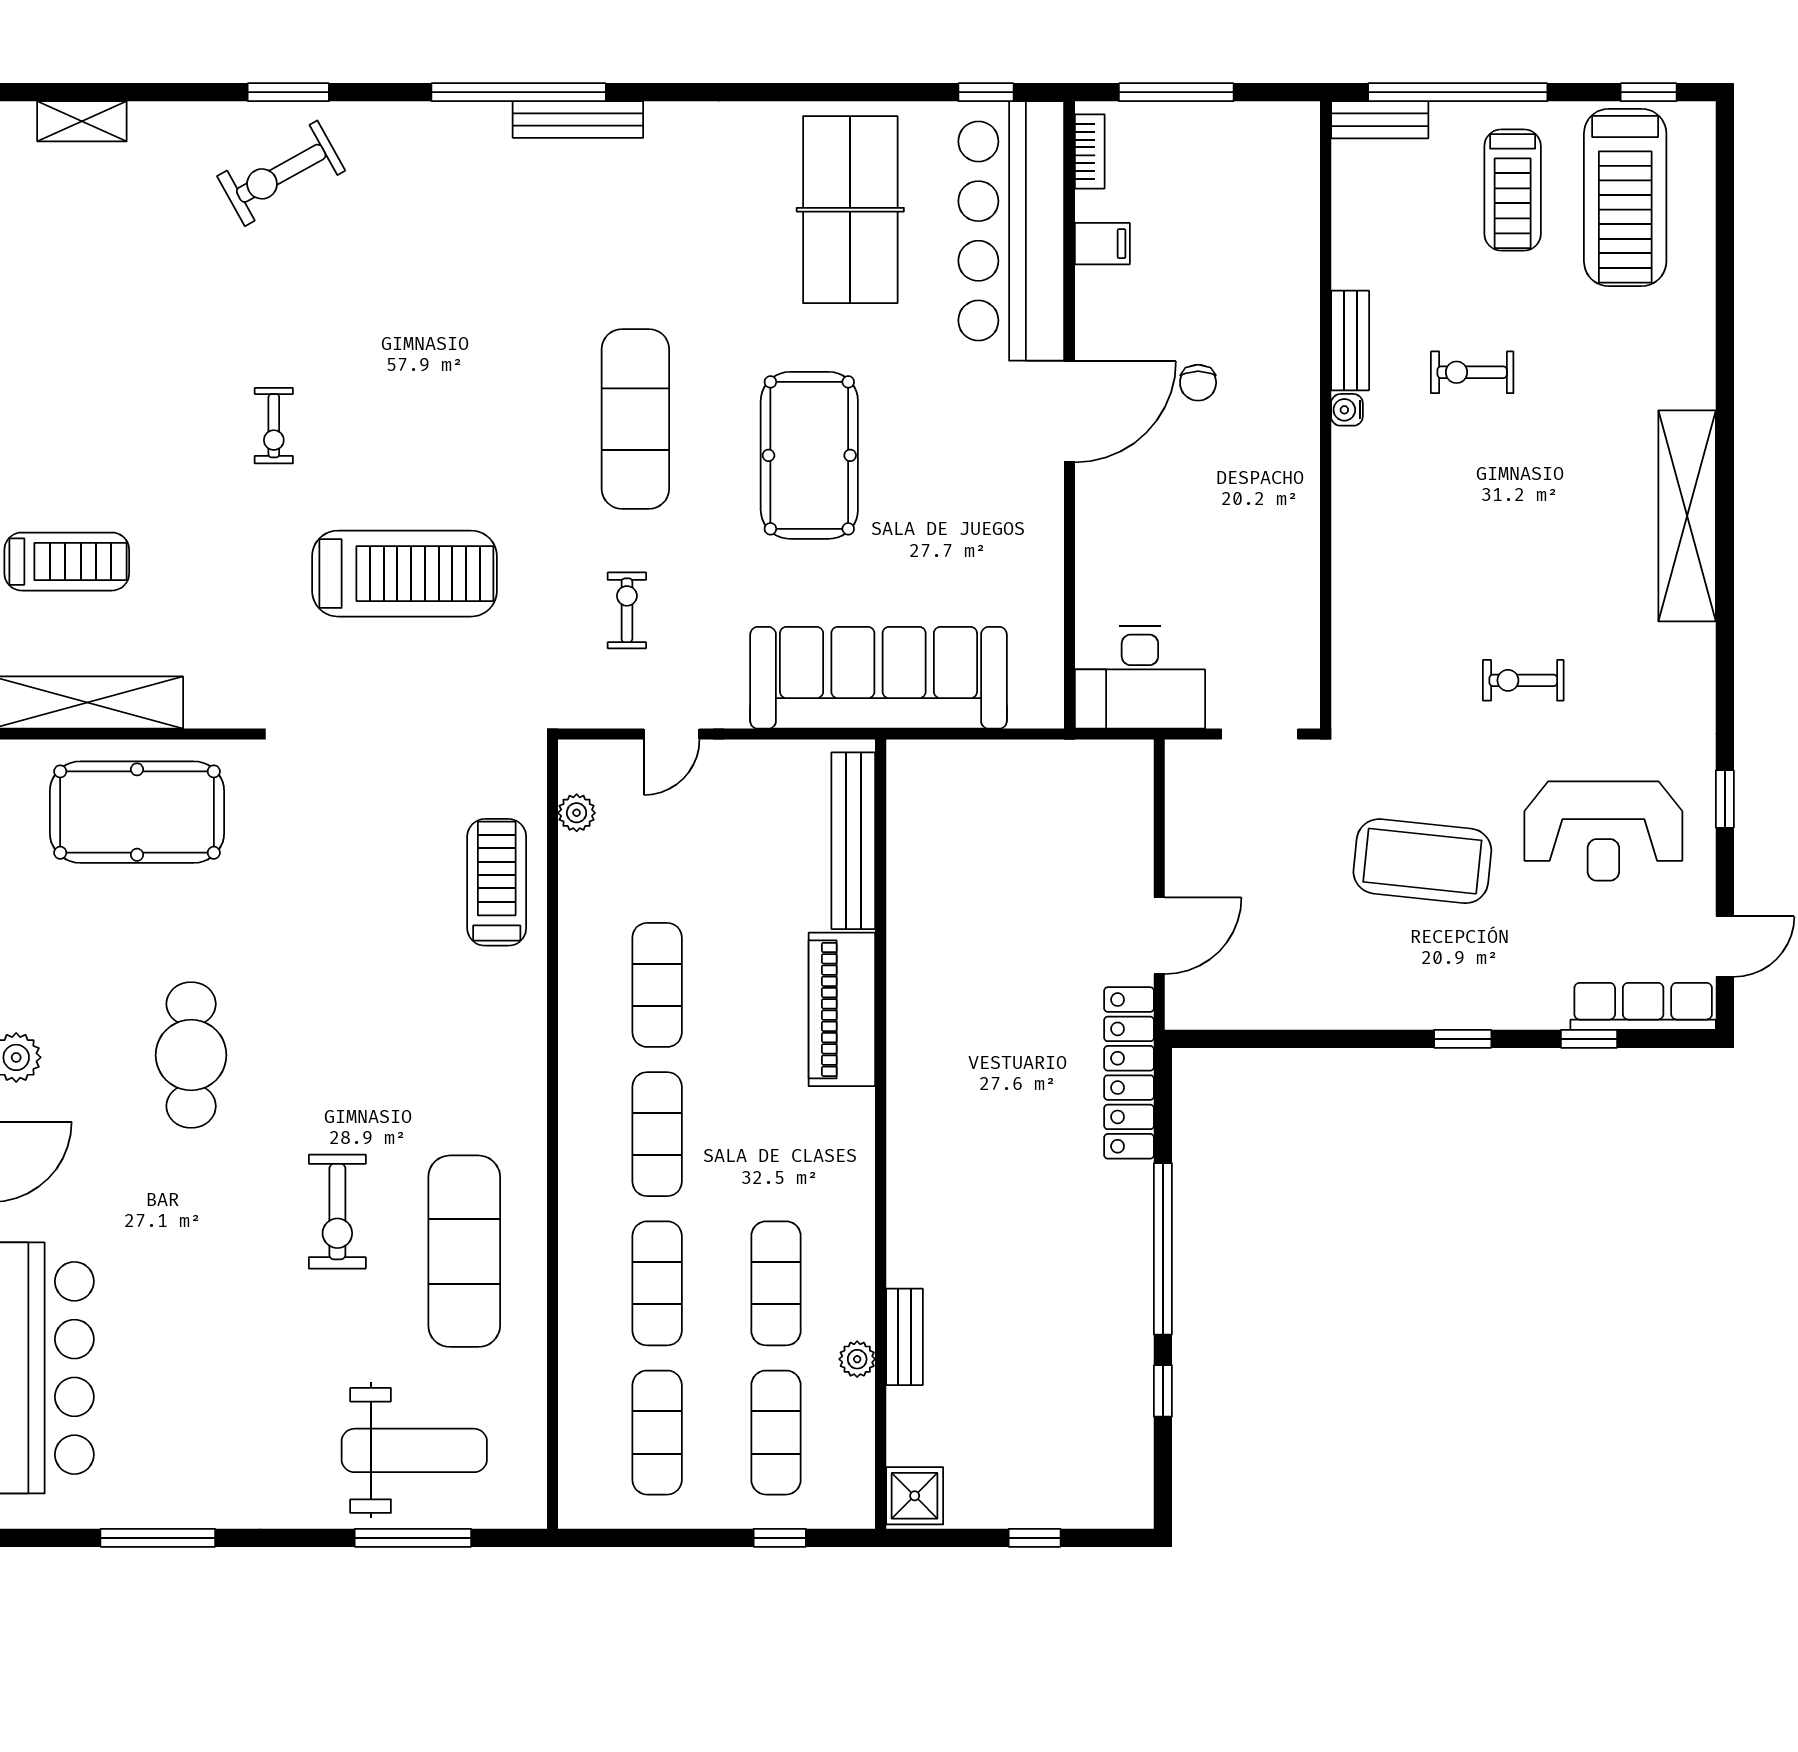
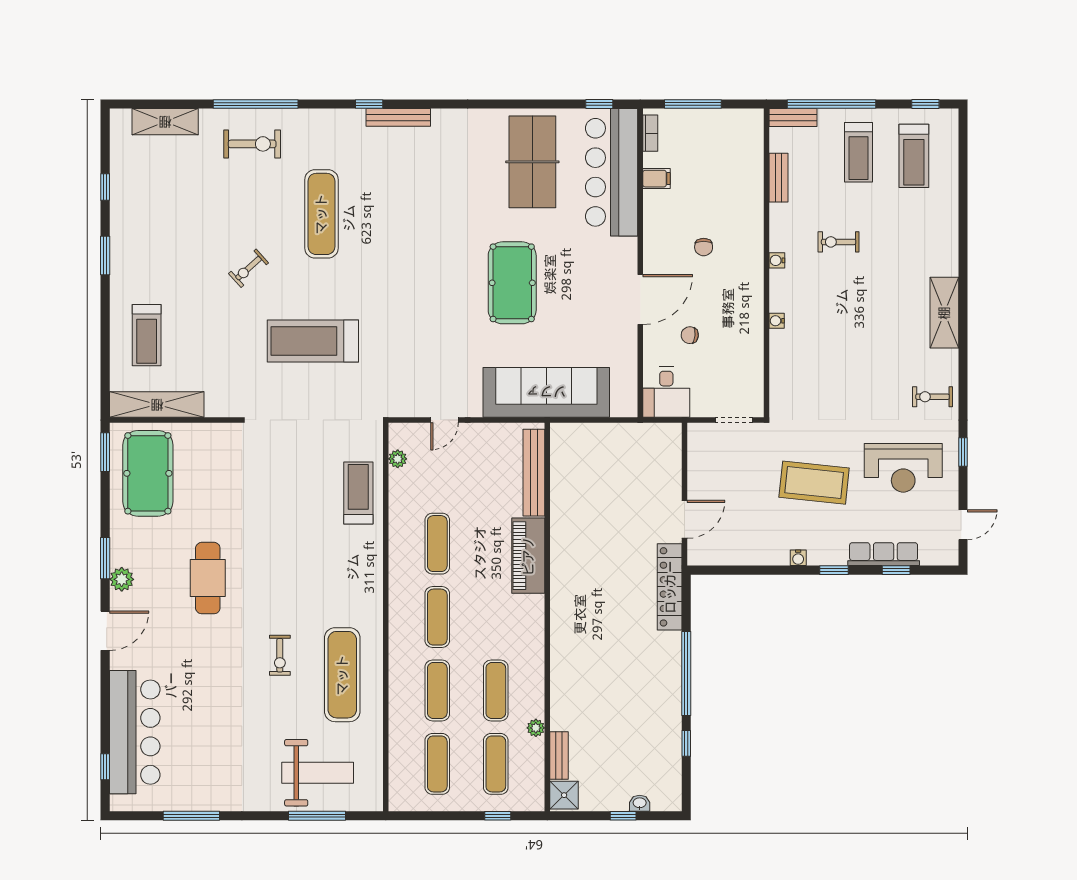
window: (288, 92) -> (256, 104), width x2.11
window: (519, 92) -> (369, 104), width x0.32
shelving: (82, 121) -> (165, 122), width x1.50, depth x1.33
exercise bike: (281, 173) -> (252, 144), turned -151
treadmill: (1625, 197) -> (914, 156), width x0.73, depth x0.73
bench: (1350, 341) -> (778, 178), moved
door: (1069, 412) -> (640, 299), moved
exercise mat: (635, 419) -> (321, 214), moved
exercise bike: (274, 426) -> (249, 268), turned 48
shelving: (1687, 516) -> (944, 313), width x0.68
water cooler: (1346, 532) -> (777, 321), added
treadmill: (67, 562) -> (147, 335), turned 90
chair: (1170, 562) -> (690, 335), added
treadmill: (405, 574) -> (313, 341), turned 180
exercise bike: (627, 610) -> (422, 359), removed
desk: (1140, 678) -> (666, 392), width x0.73
exercise bike: (1523, 680) -> (933, 397), moved
pool table: (137, 812) -> (148, 473), moved, turned 90
row of seats: (1643, 1006) -> (884, 554), moved
water cooler: (1390, 1014) -> (798, 558), added
exercise bike: (337, 1212) -> (280, 655), width x0.73, depth x0.72
bench: (904, 1337) -> (559, 755), moved
washbasin: (1068, 1512) -> (640, 803), added

